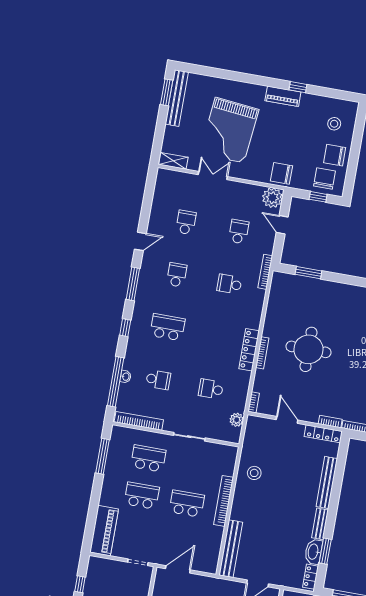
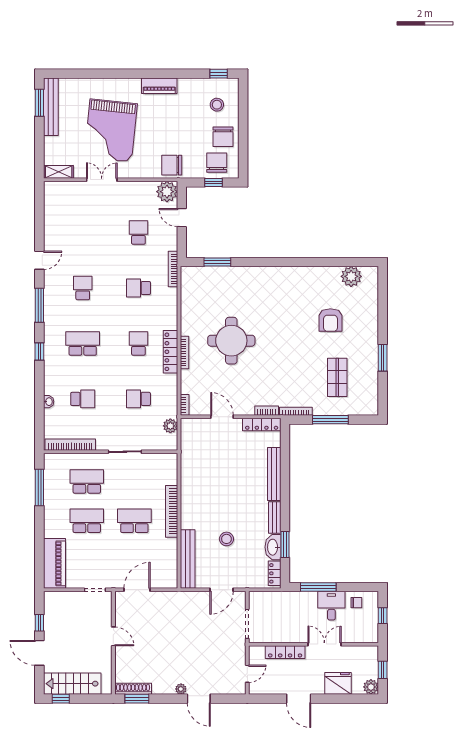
window: (298, 87) -> (219, 74), moved
chair: (335, 155) -> (223, 137), turned -90
school desk: (186, 222) -> (138, 343), moved
window: (116, 382) -> (39, 409), removed
stool: (254, 473) -> (226, 539), moved

